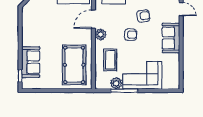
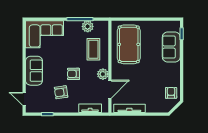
armchair: (31, 15) -> (171, 93), added
corner sofa: (142, 75) -> (45, 34), moved

